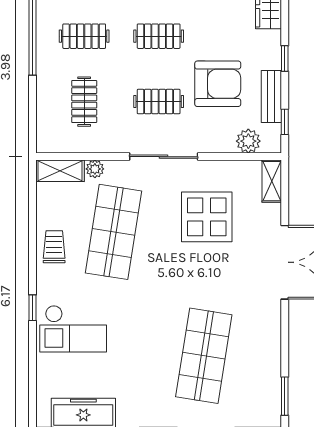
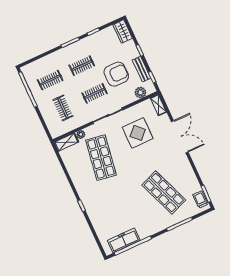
trolley: (54, 247) -> (200, 199), moved
checkout: (73, 329) -> (103, 207), removed
shop shelf: (204, 356) -> (164, 193), turned -30

